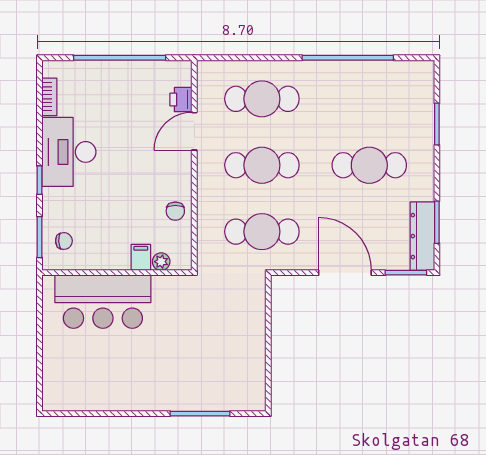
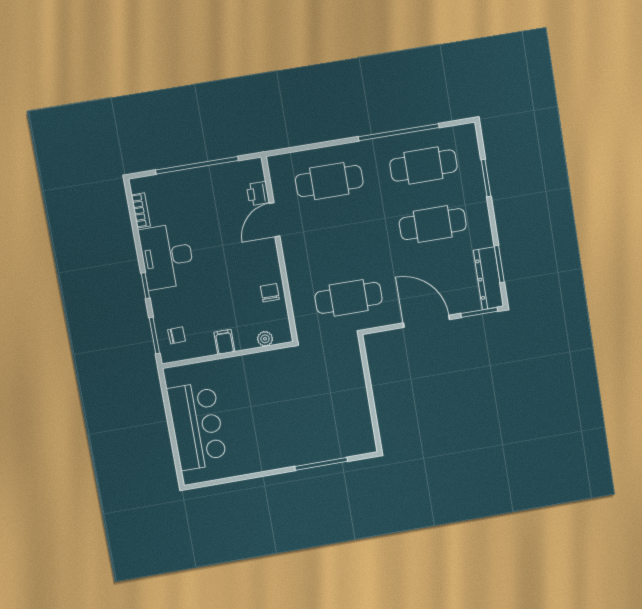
cafe table: (262, 165) -> (423, 166), moved
chair: (175, 211) -> (270, 293), turned 180
filing cabinet: (141, 257) -> (224, 342), moved
bar counter: (103, 302) -> (197, 426), moved, turned -90

